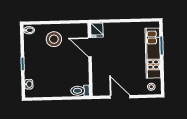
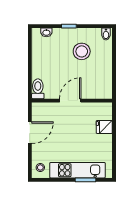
fridge: (97, 30) -> (104, 127), moved
stool: (54, 39) -> (82, 51), moved
door: (90, 47) -> (70, 101), moved

